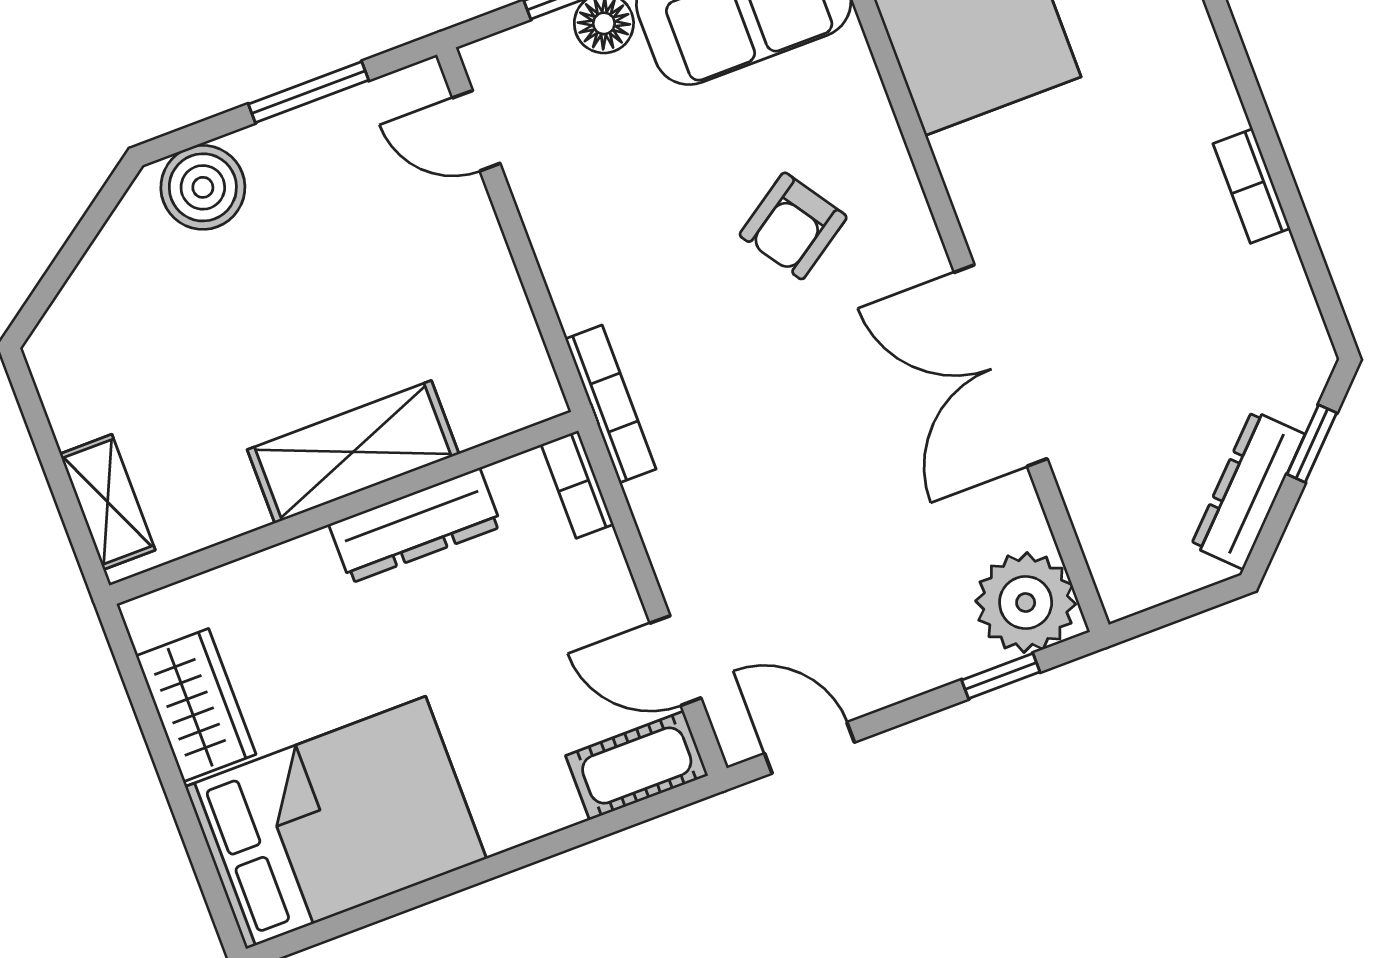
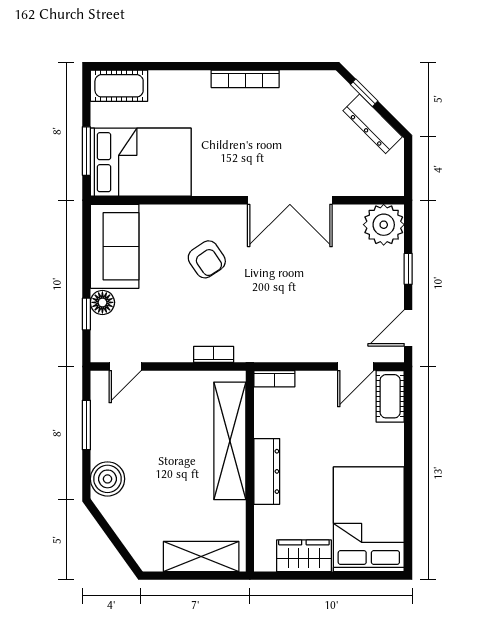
bookcase: (1252, 186) -> (245, 79), width x1.56
bookcase: (611, 404) -> (214, 354), moved, width x0.64
shelving: (353, 452) -> (230, 441), width x1.47
shelving: (108, 502) -> (201, 557), width x1.50, depth x1.33
dresser: (415, 525) -> (267, 471), moved
window: (1001, 676) -> (408, 269), moved

